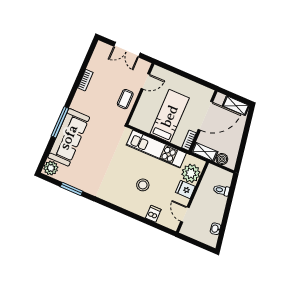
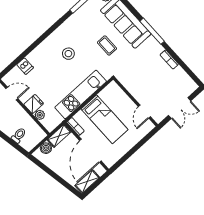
double door: (127, 50) -> (180, 108), swing flipped
coffee table: (125, 99) -> (107, 46), moved
window: (60, 122) -> (152, 31), moved
plant: (191, 173) -> (40, 115), width x0.53, depth x0.53
stool: (143, 185) -> (68, 54), moved

